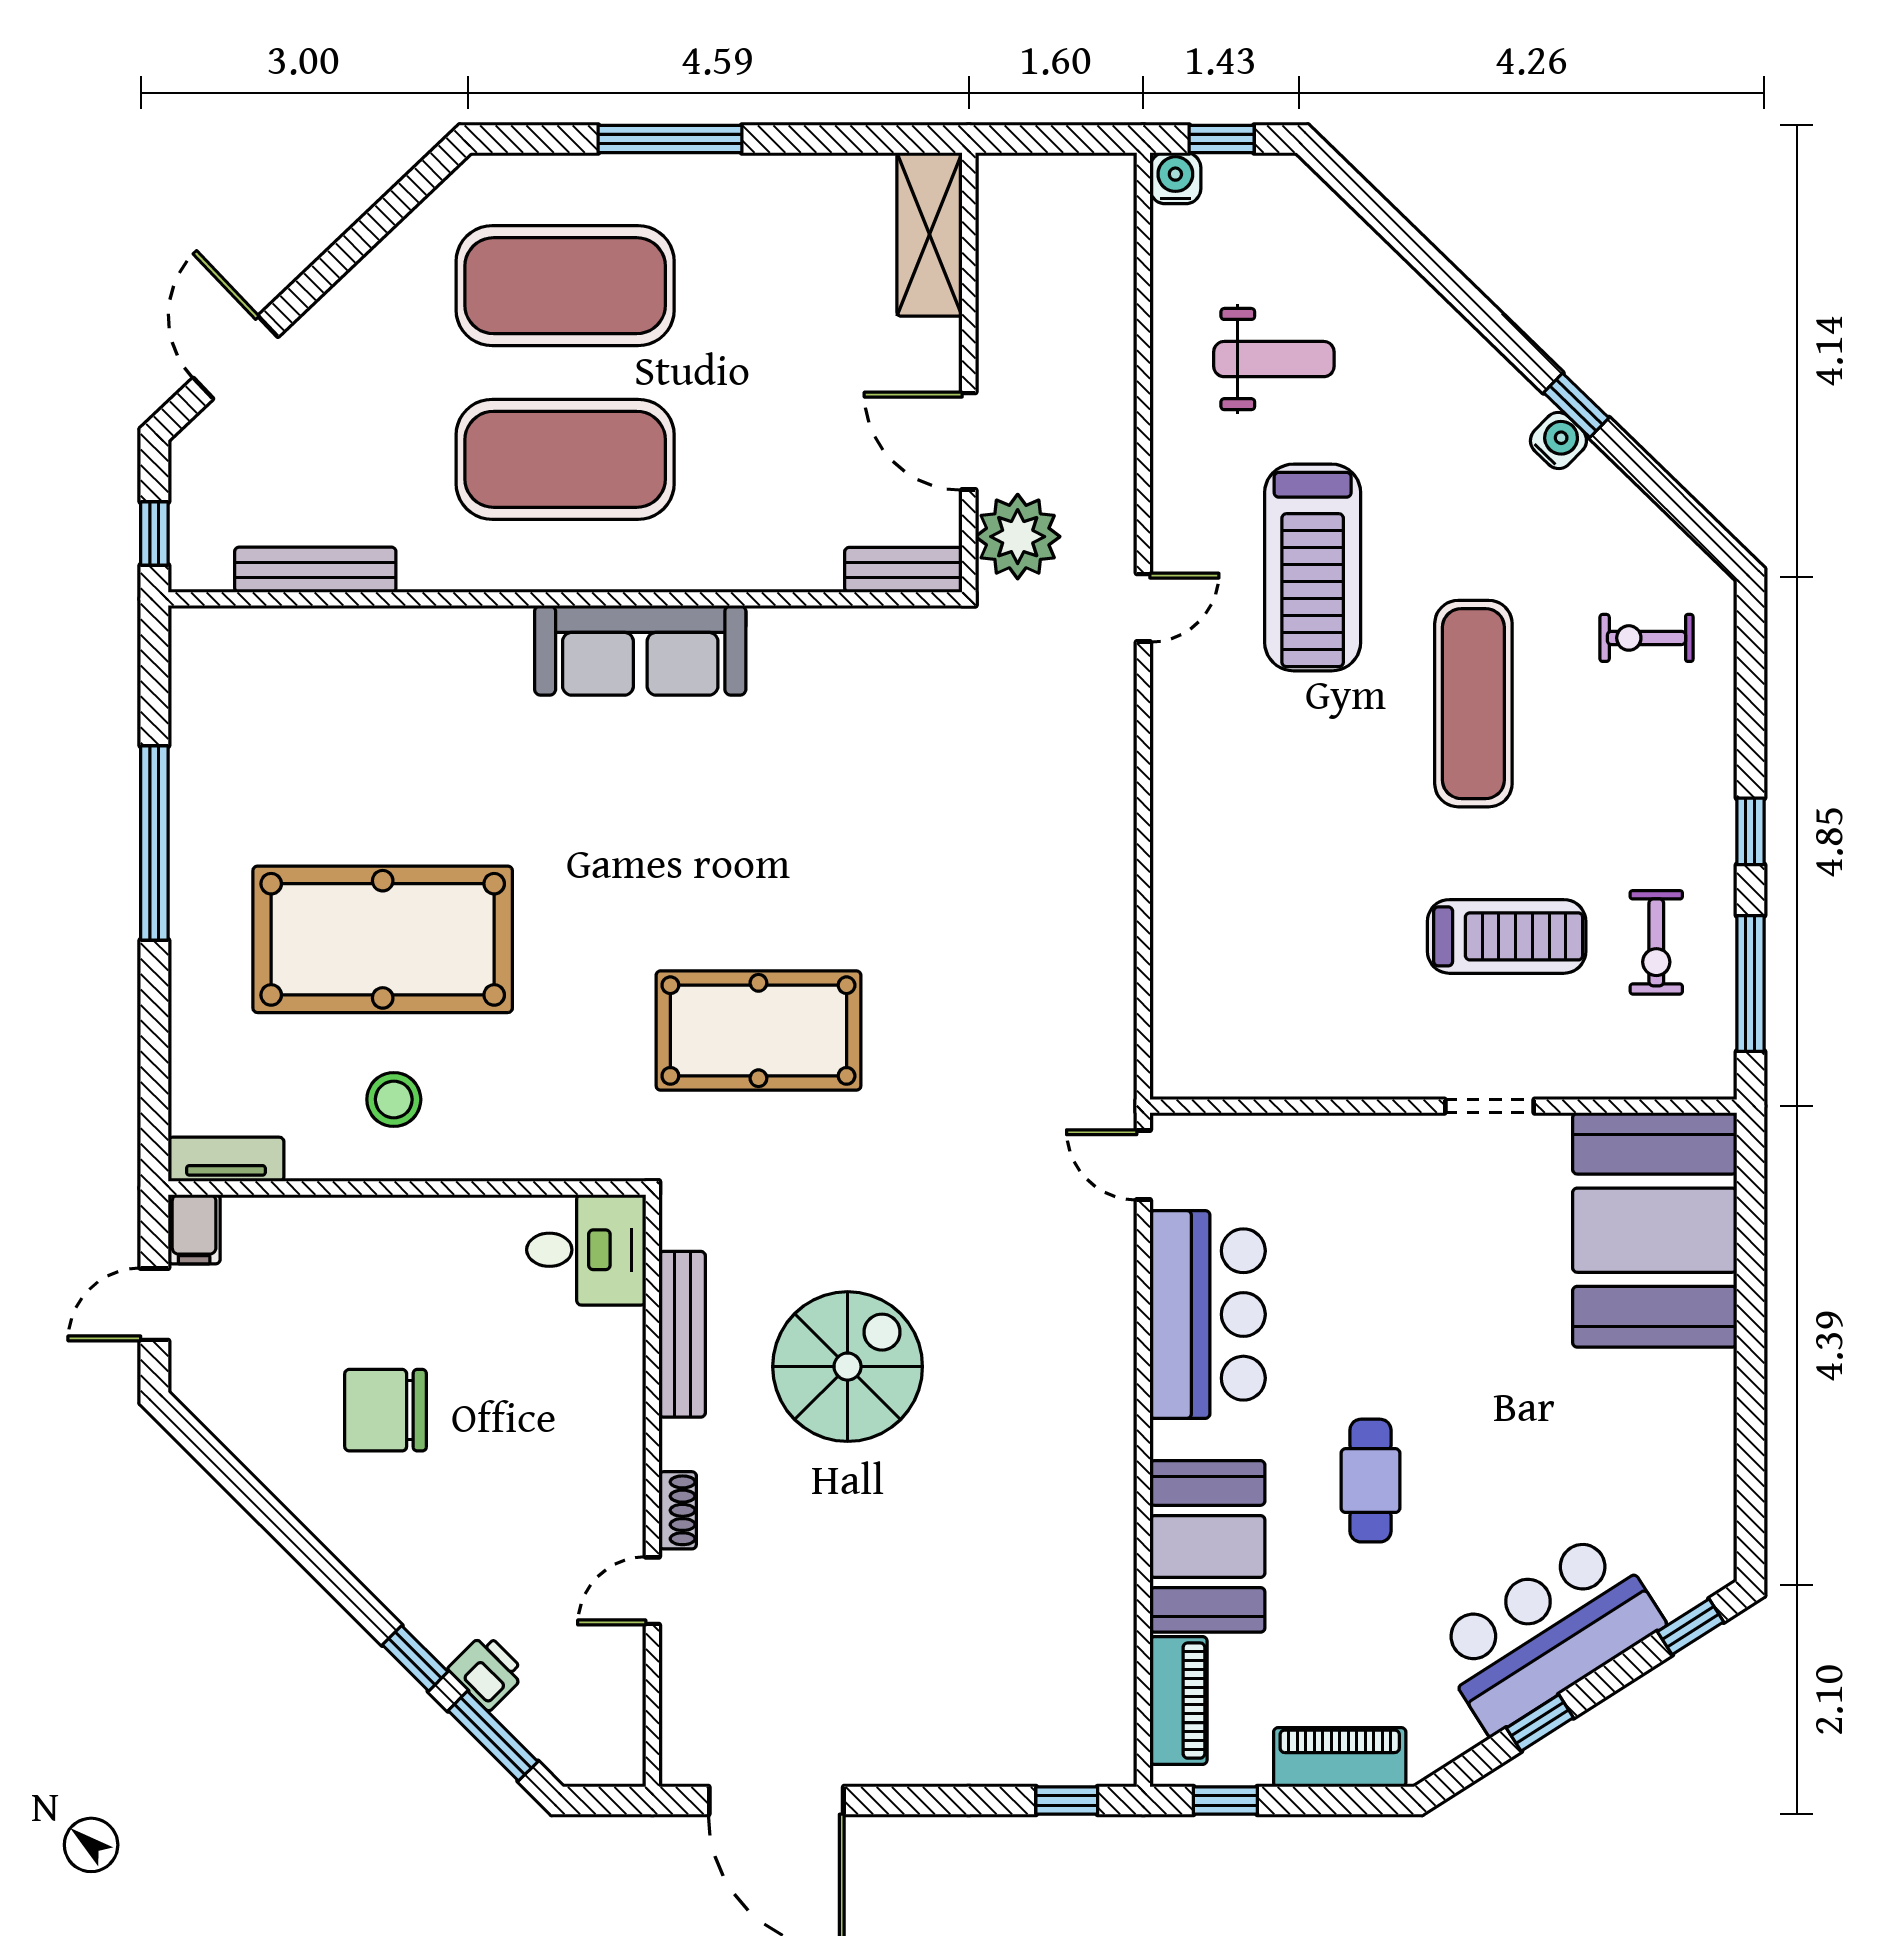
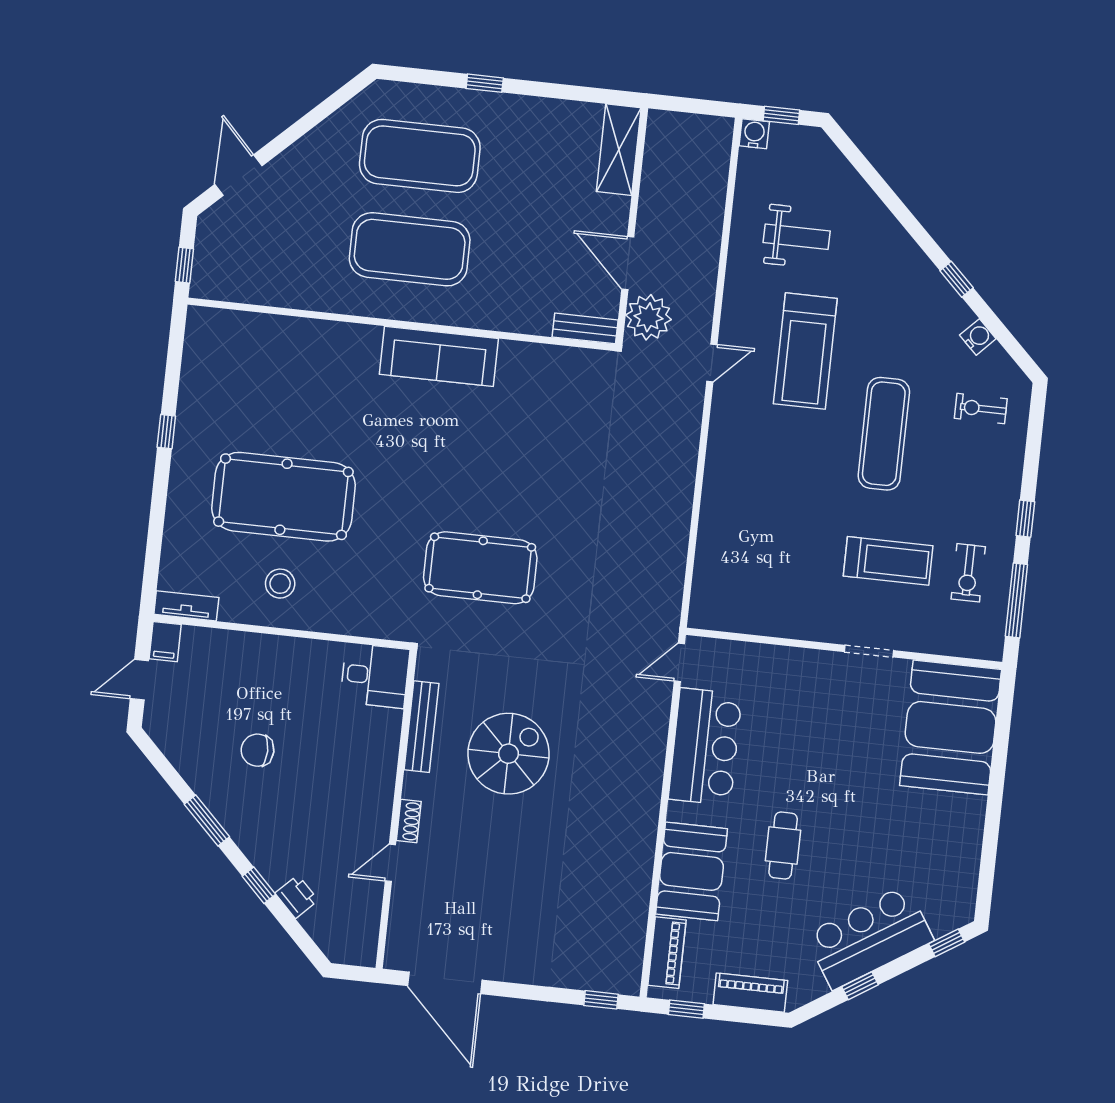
window: (670, 139) -> (485, 83), width x0.46
water cooler: (1558, 440) -> (978, 337), moved
bench: (315, 570) -> (269, 294), removed
window: (154, 843) -> (166, 432), width x0.32
door: (1143, 1165) -> (679, 662), hinge flipped
chair: (385, 1410) -> (257, 750), width x0.73, depth x0.73
window: (493, 1736) -> (207, 821), moved

